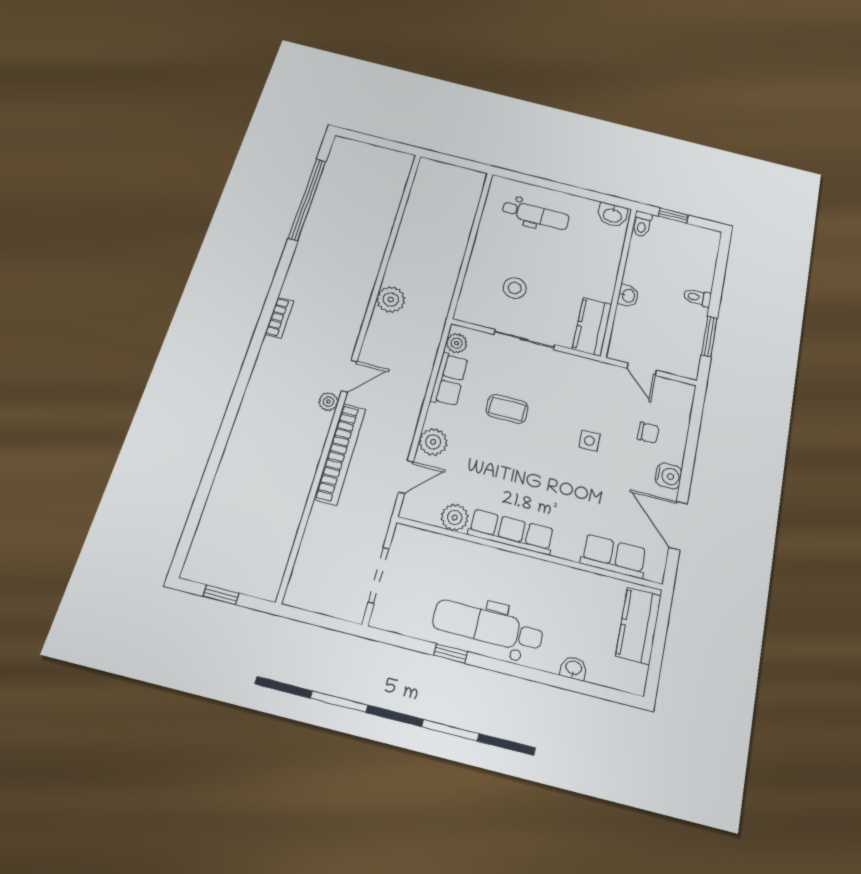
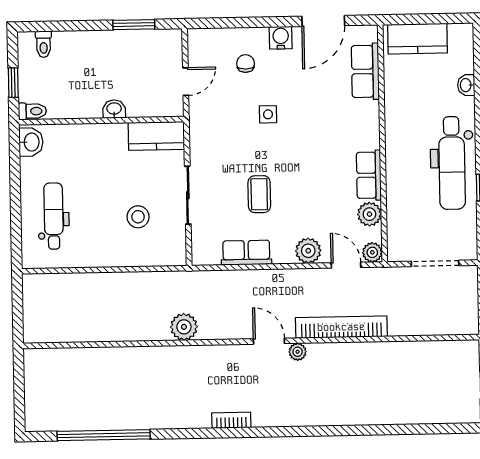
toilet: (697, 297) -> (44, 44), moved
plant: (457, 343) -> (372, 252), moved
row of seats: (511, 532) -> (369, 175), width x0.68

